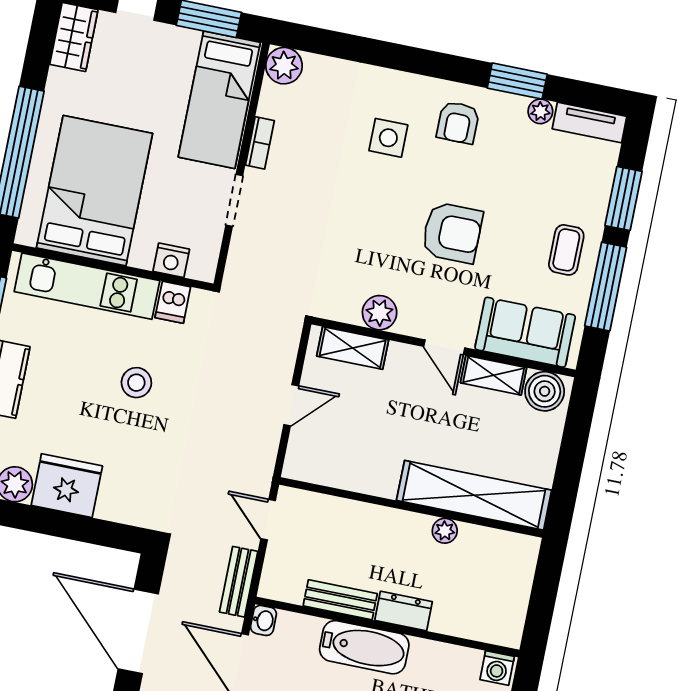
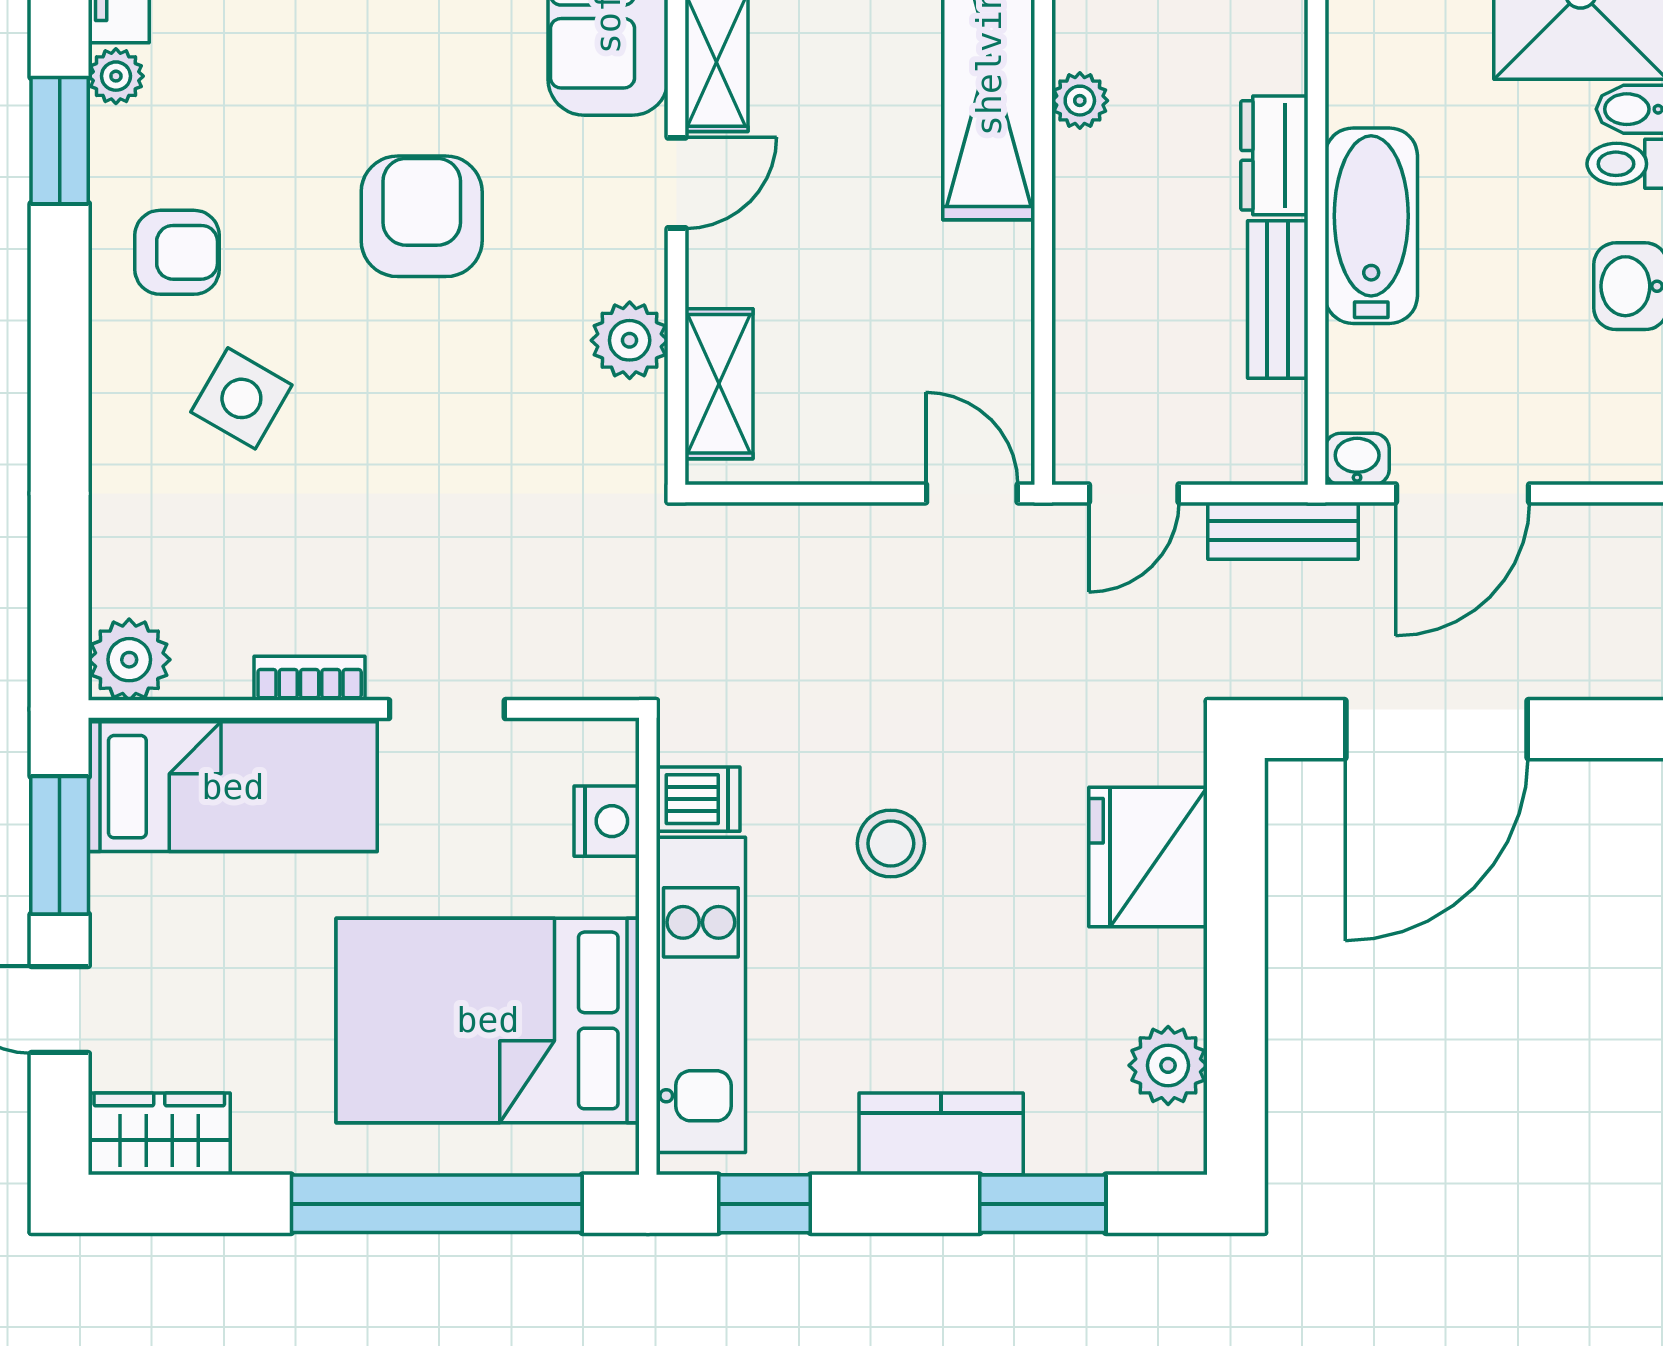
side table: (388, 138) -> (241, 398), turned 30
door: (291, 405) -> (972, 493), moved
fridge: (67, 486) -> (1148, 857), moved

